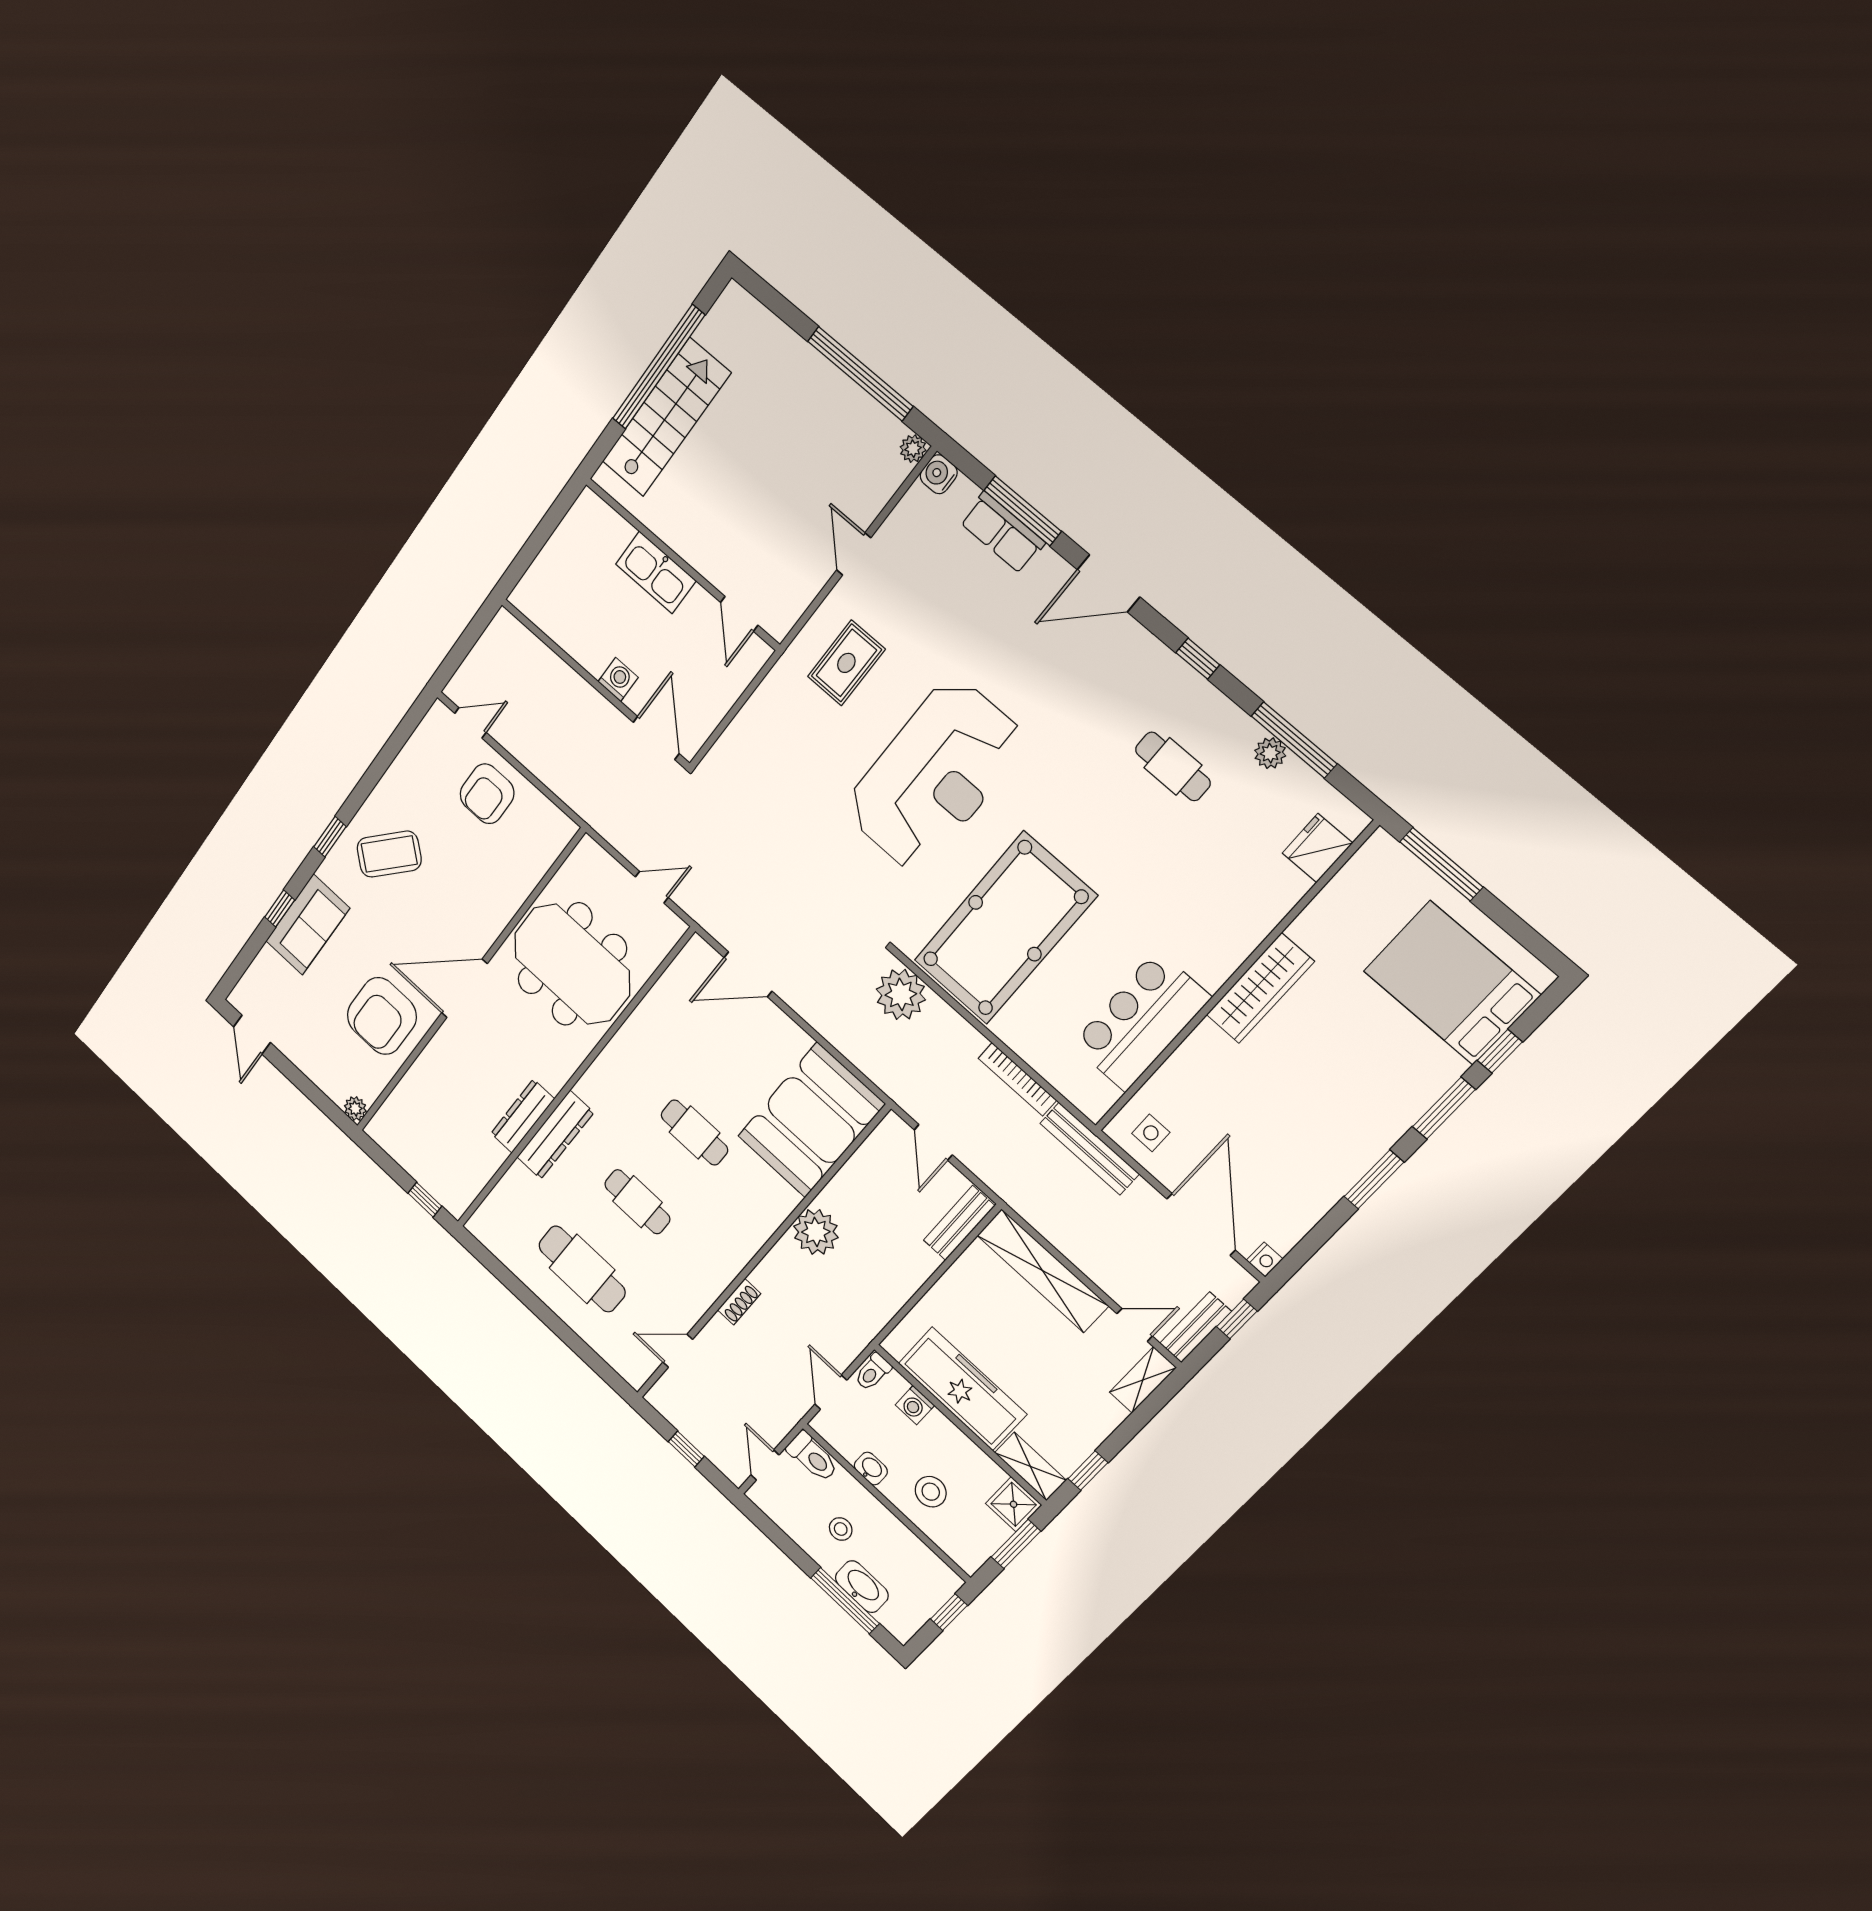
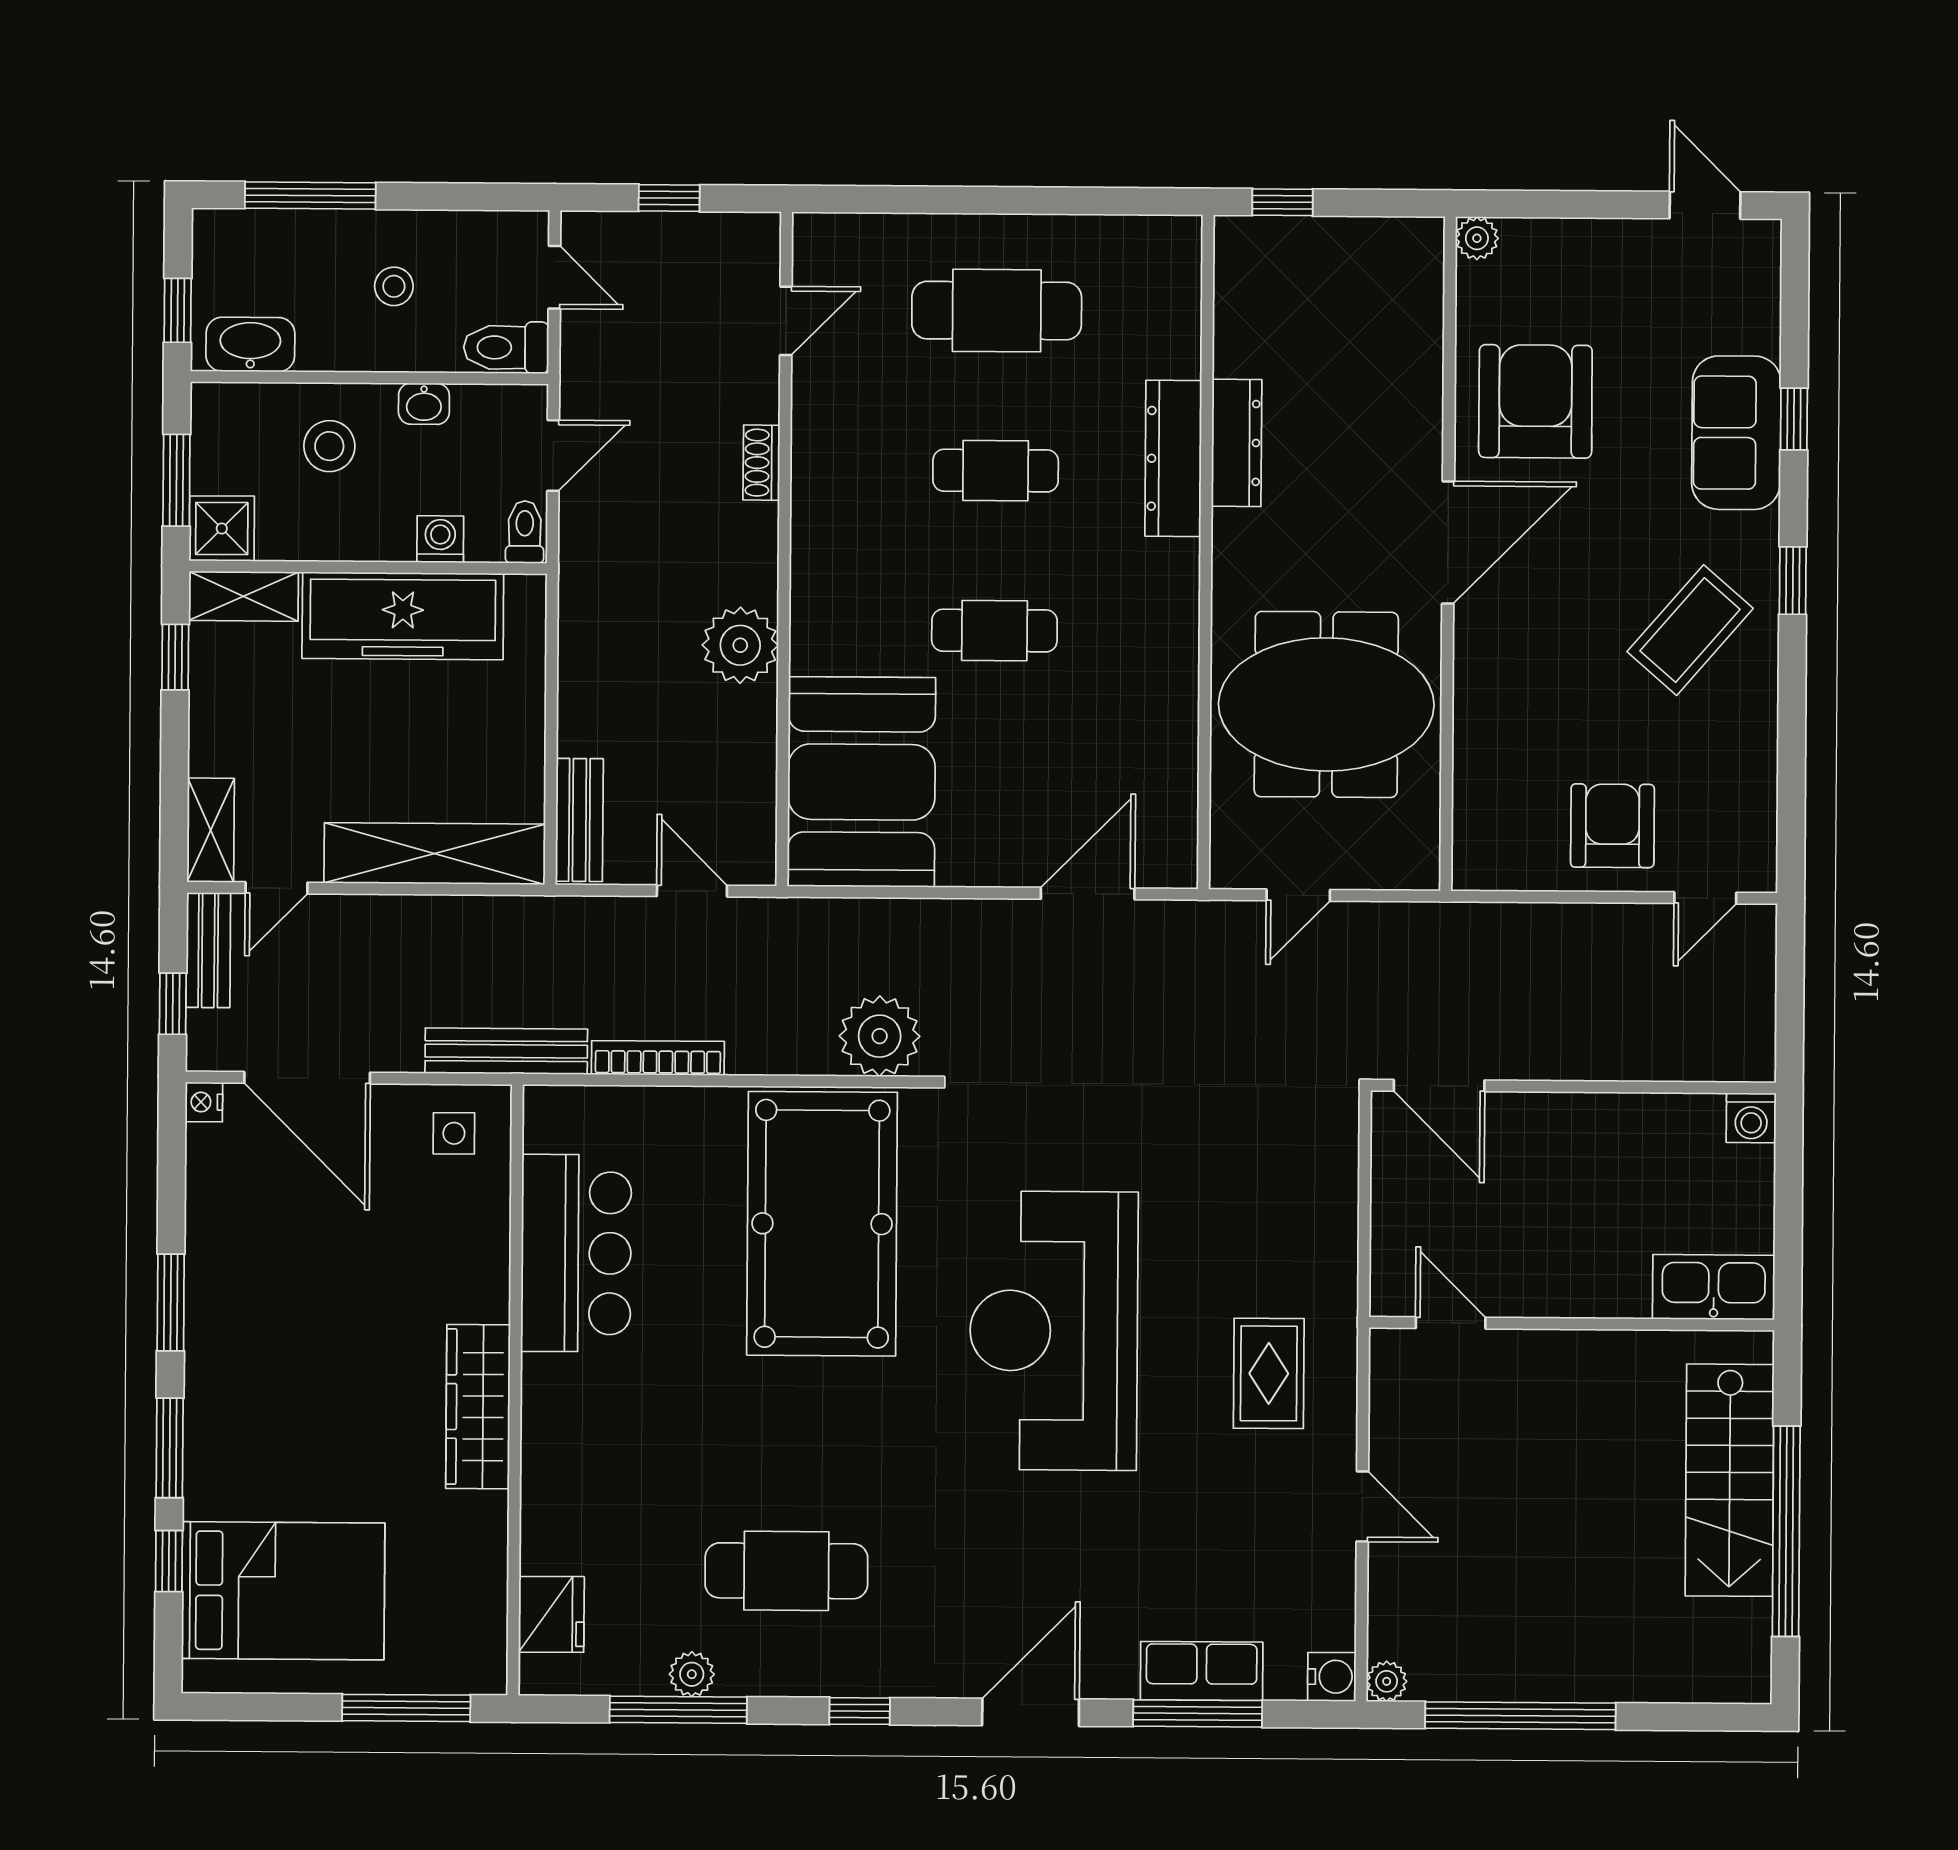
kitchen sink: (656, 572) -> (1714, 1287), moved
washing machine: (618, 679) -> (1751, 1118), moved
cafe table: (1173, 766) -> (786, 1571), width x1.37, depth x1.35
door: (831, 1392) -> (553, 456), hinge flipped
washbasin: (862, 1587) -> (250, 344), moved, turned 180

